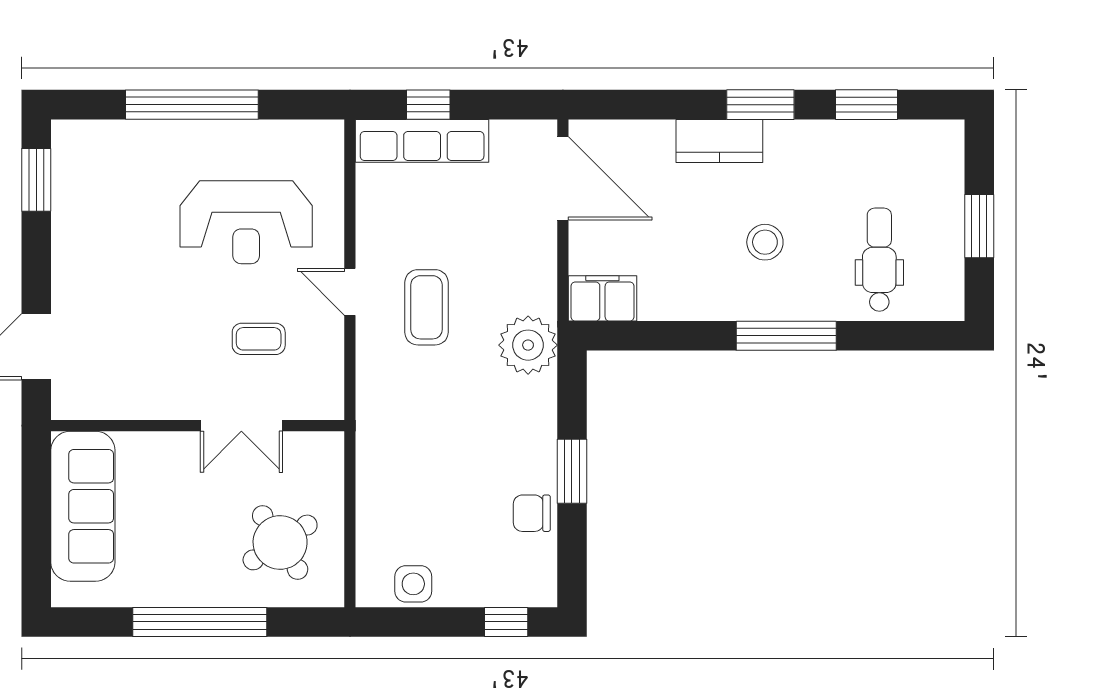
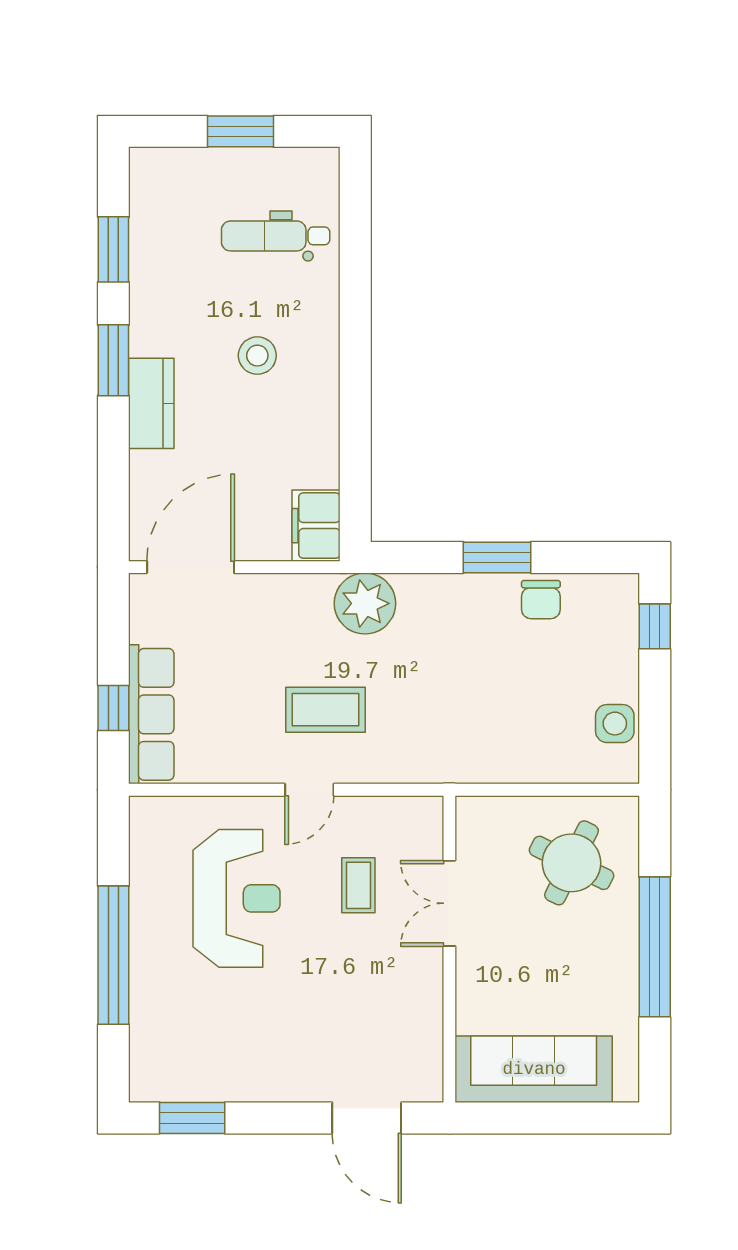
window: (786, 336) -> (355, 333), removed
double door: (241, 426) -> (449, 903), swing flipped
round table: (280, 542) -> (572, 863), turned -31

